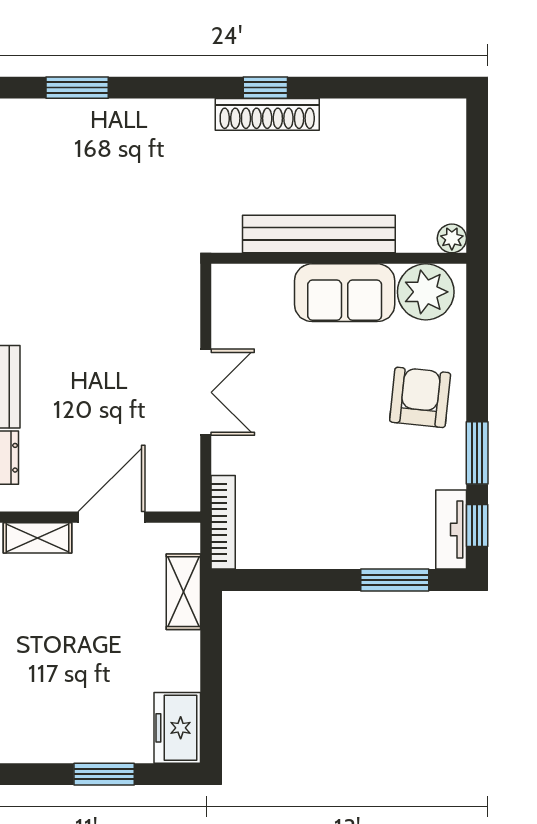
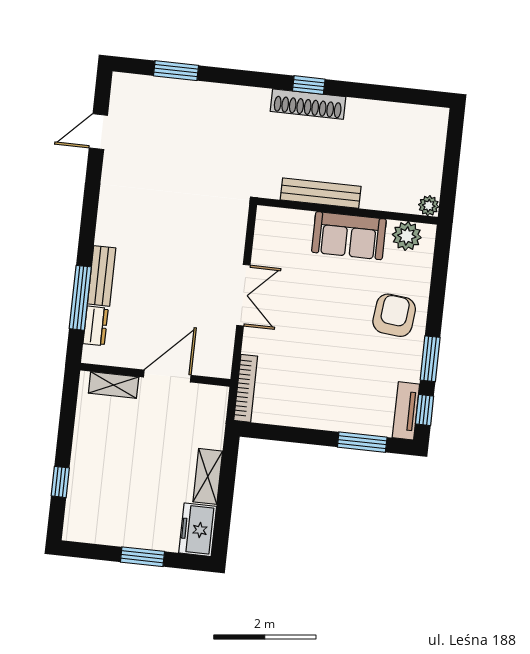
bench: (319, 234) -> (321, 193), width x0.73, depth x0.82
plant: (426, 292) -> (407, 236), width x0.73, depth x0.73
shelving: (183, 592) -> (208, 476), moved

